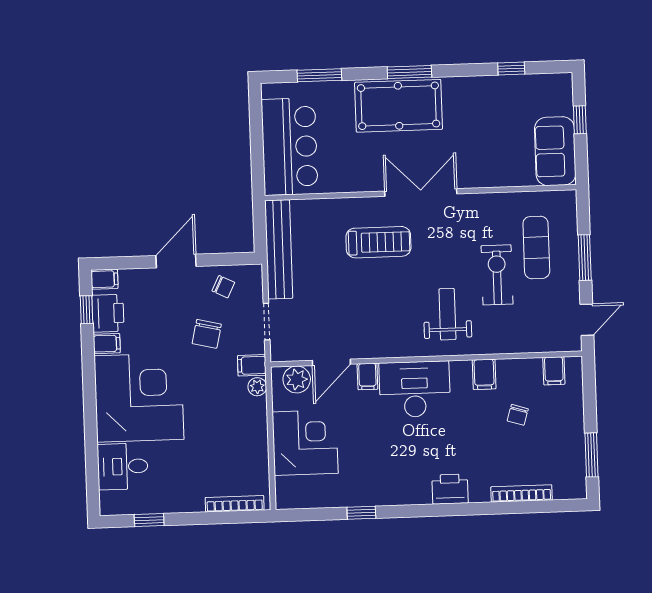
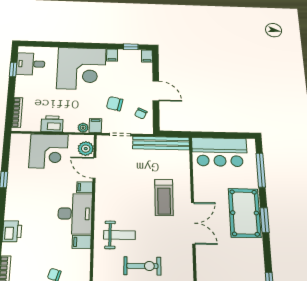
window: (319, 75) -> (261, 170), width x1.44
printer: (108, 313) -> (52, 124), moved, turned 180
filing cabinet: (484, 374) -> (82, 242), moved
desk: (123, 466) -> (31, 64), moved, turned -90

